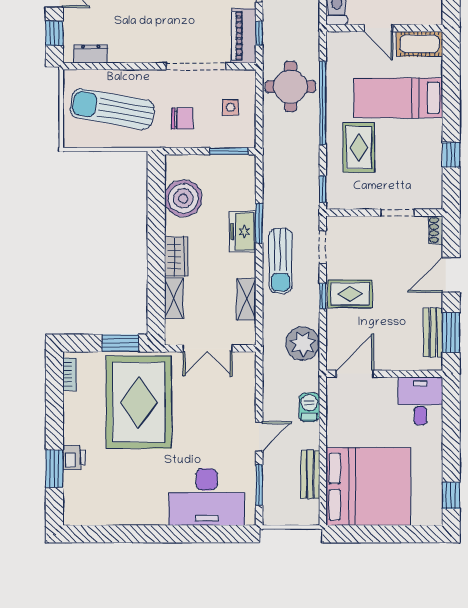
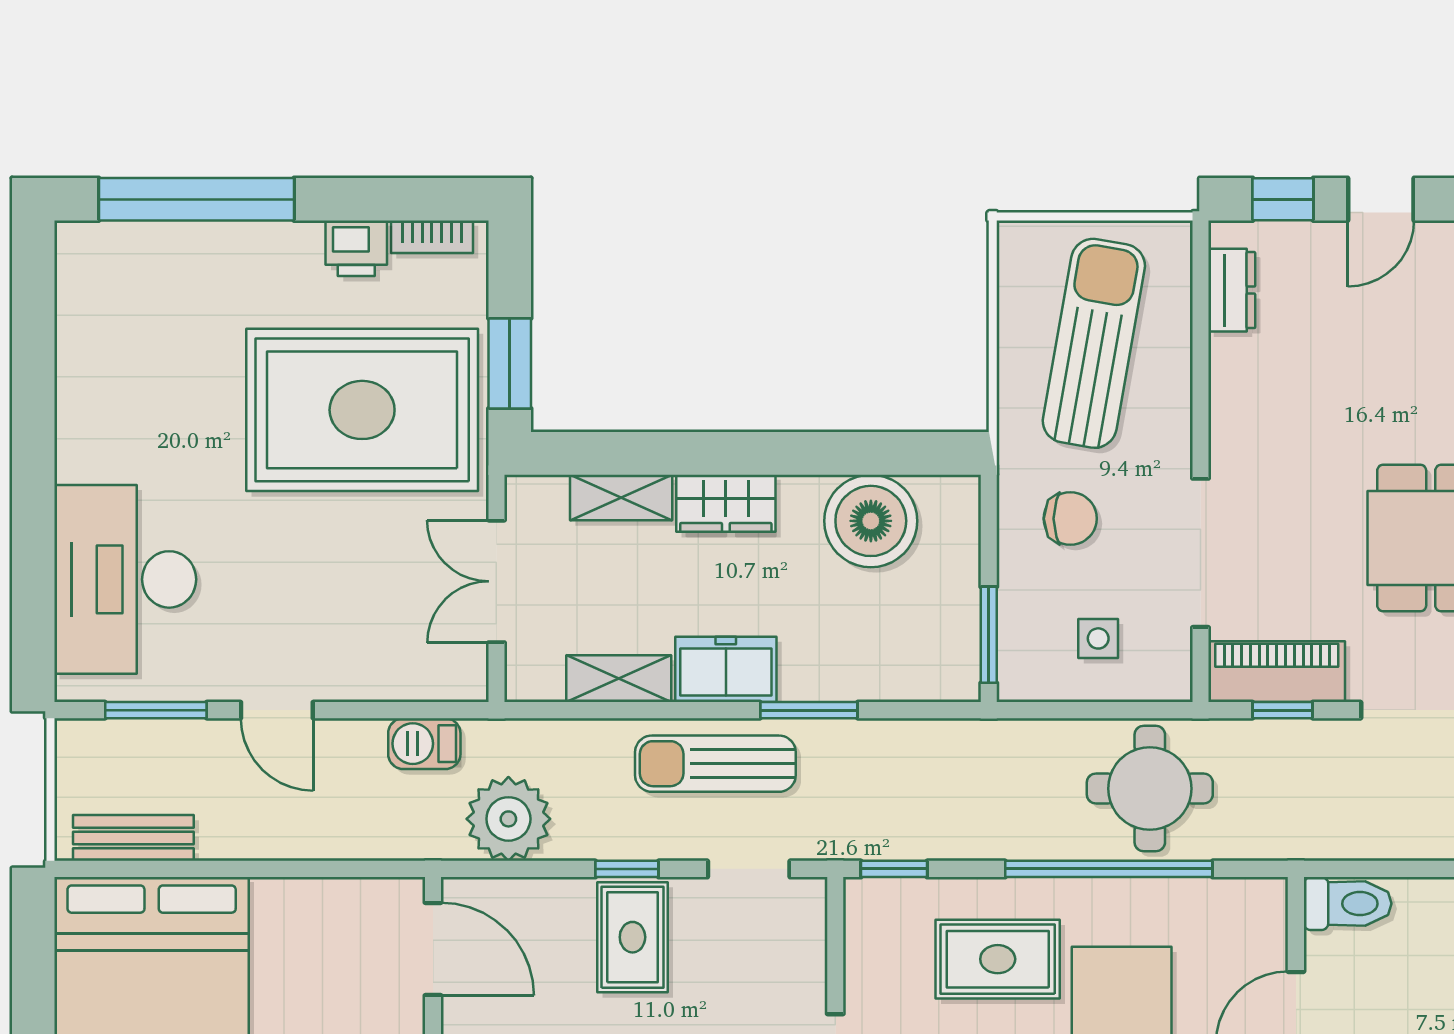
chair: (182, 118) -> (1070, 519), turned -90
freezer: (243, 232) -> (726, 669), moved
barbecue: (309, 407) -> (424, 744), moved, turned 180
printer: (74, 458) -> (356, 248), moved
window: (54, 469) -> (196, 199), width x2.11
bench: (310, 475) -> (133, 838), moved

